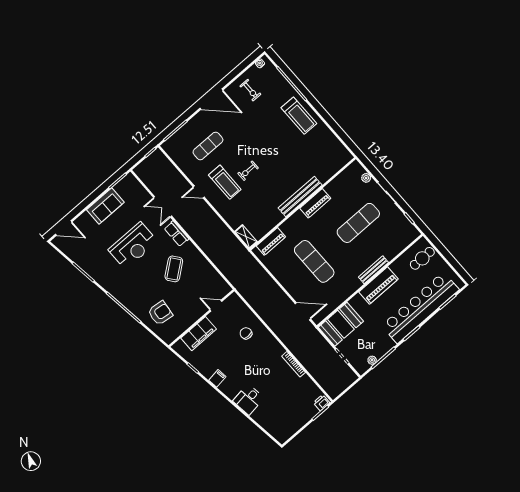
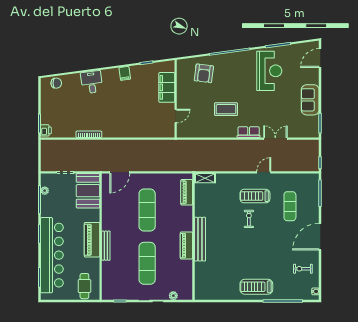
reception desk: (133, 246) -> (269, 71), moved, turned 180
exercise mat: (314, 261) -> (147, 210), turned 90
coffee table: (174, 269) -> (226, 109), turned -52
chair: (246, 333) -> (56, 83), moved

